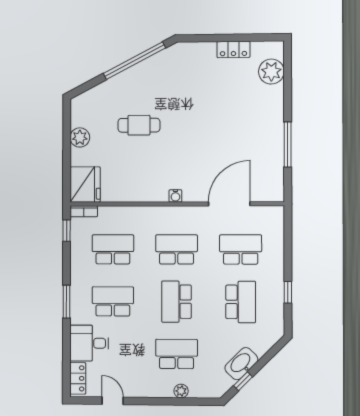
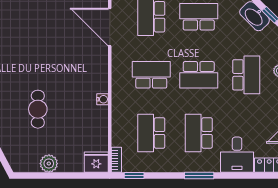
fridge: (85, 185) -> (96, 162), width x0.73, depth x0.75
water cooler: (175, 196) -> (103, 99), moved
school desk: (177, 249) -> (151, 75), turned 90
school desk: (177, 354) -> (246, 75), turned 180

